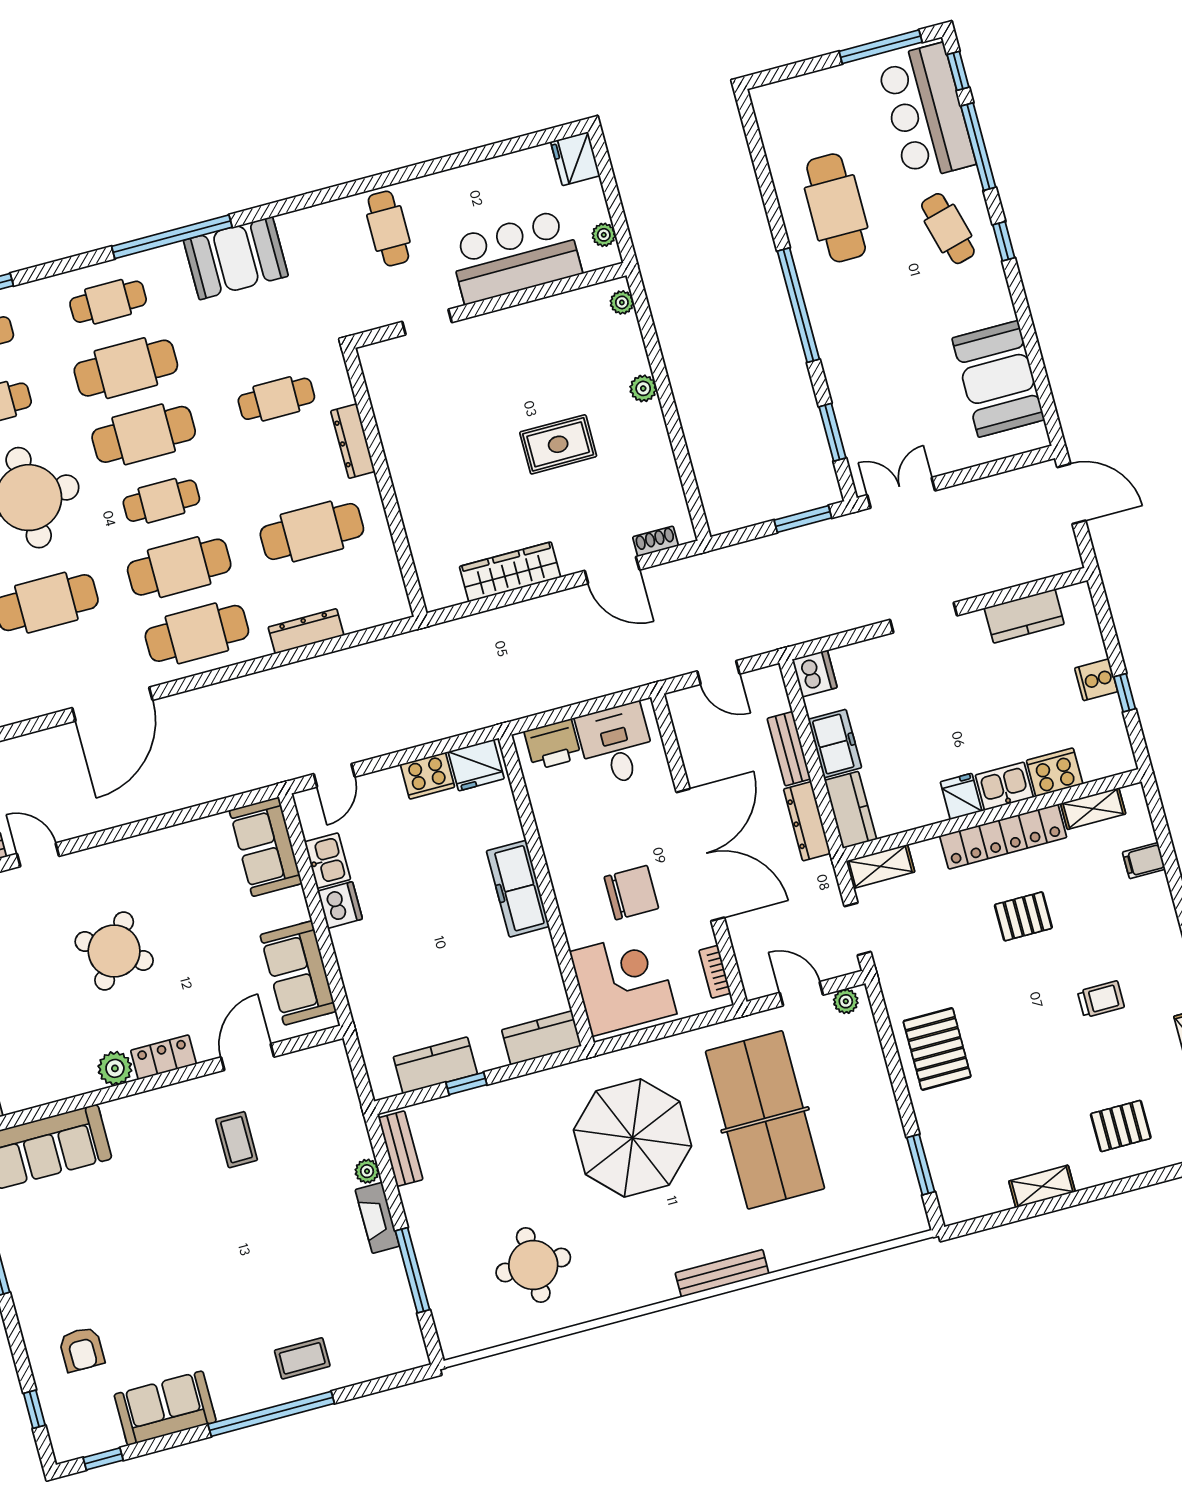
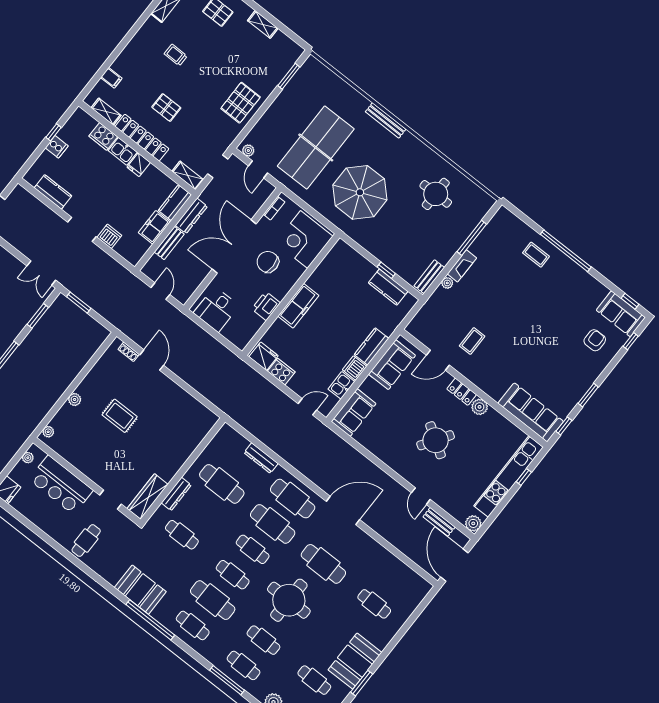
cafe table: (144, 434) -> (233, 575), width x0.73, depth x0.74
wardrobe: (510, 572) -> (148, 496), moved, turned 90
dishwasher: (815, 673) -> (109, 236), moved, turned 90
printer: (553, 745) -> (266, 306), moved, turned -90
kitchen counter: (541, 1038) -> (372, 346), moved, turned 90
sofa: (165, 1408) -> (621, 314), moved

